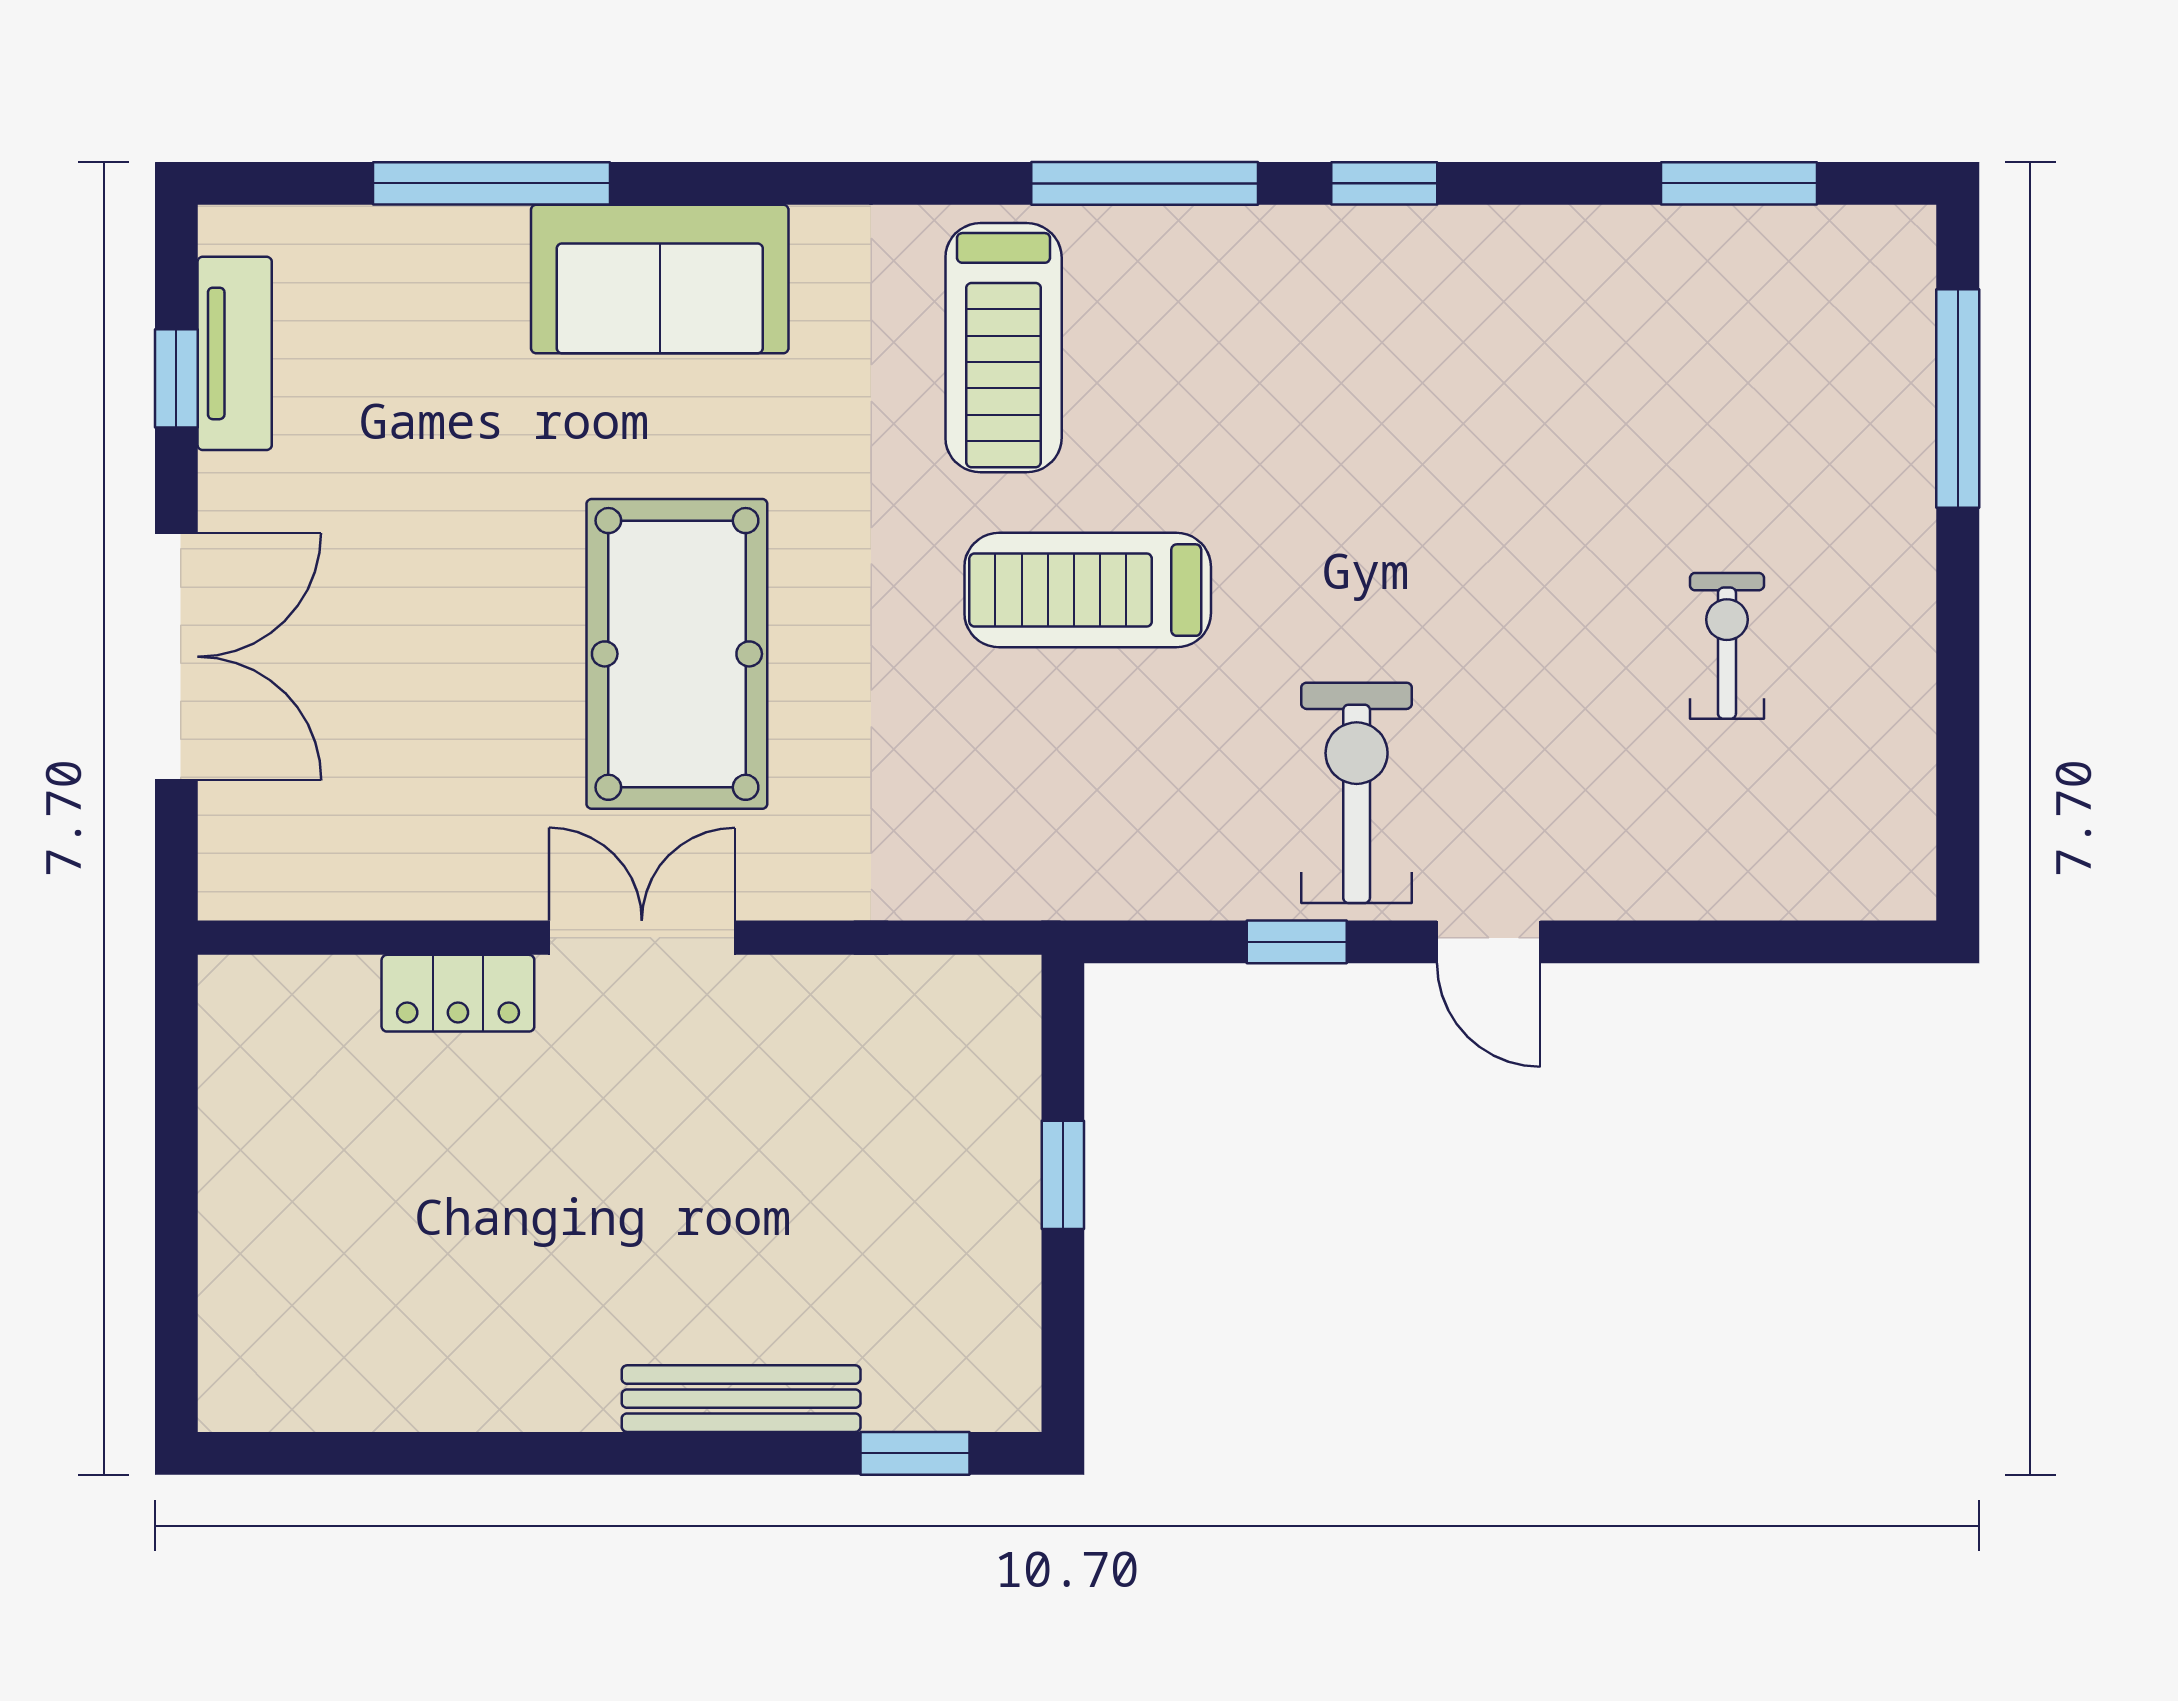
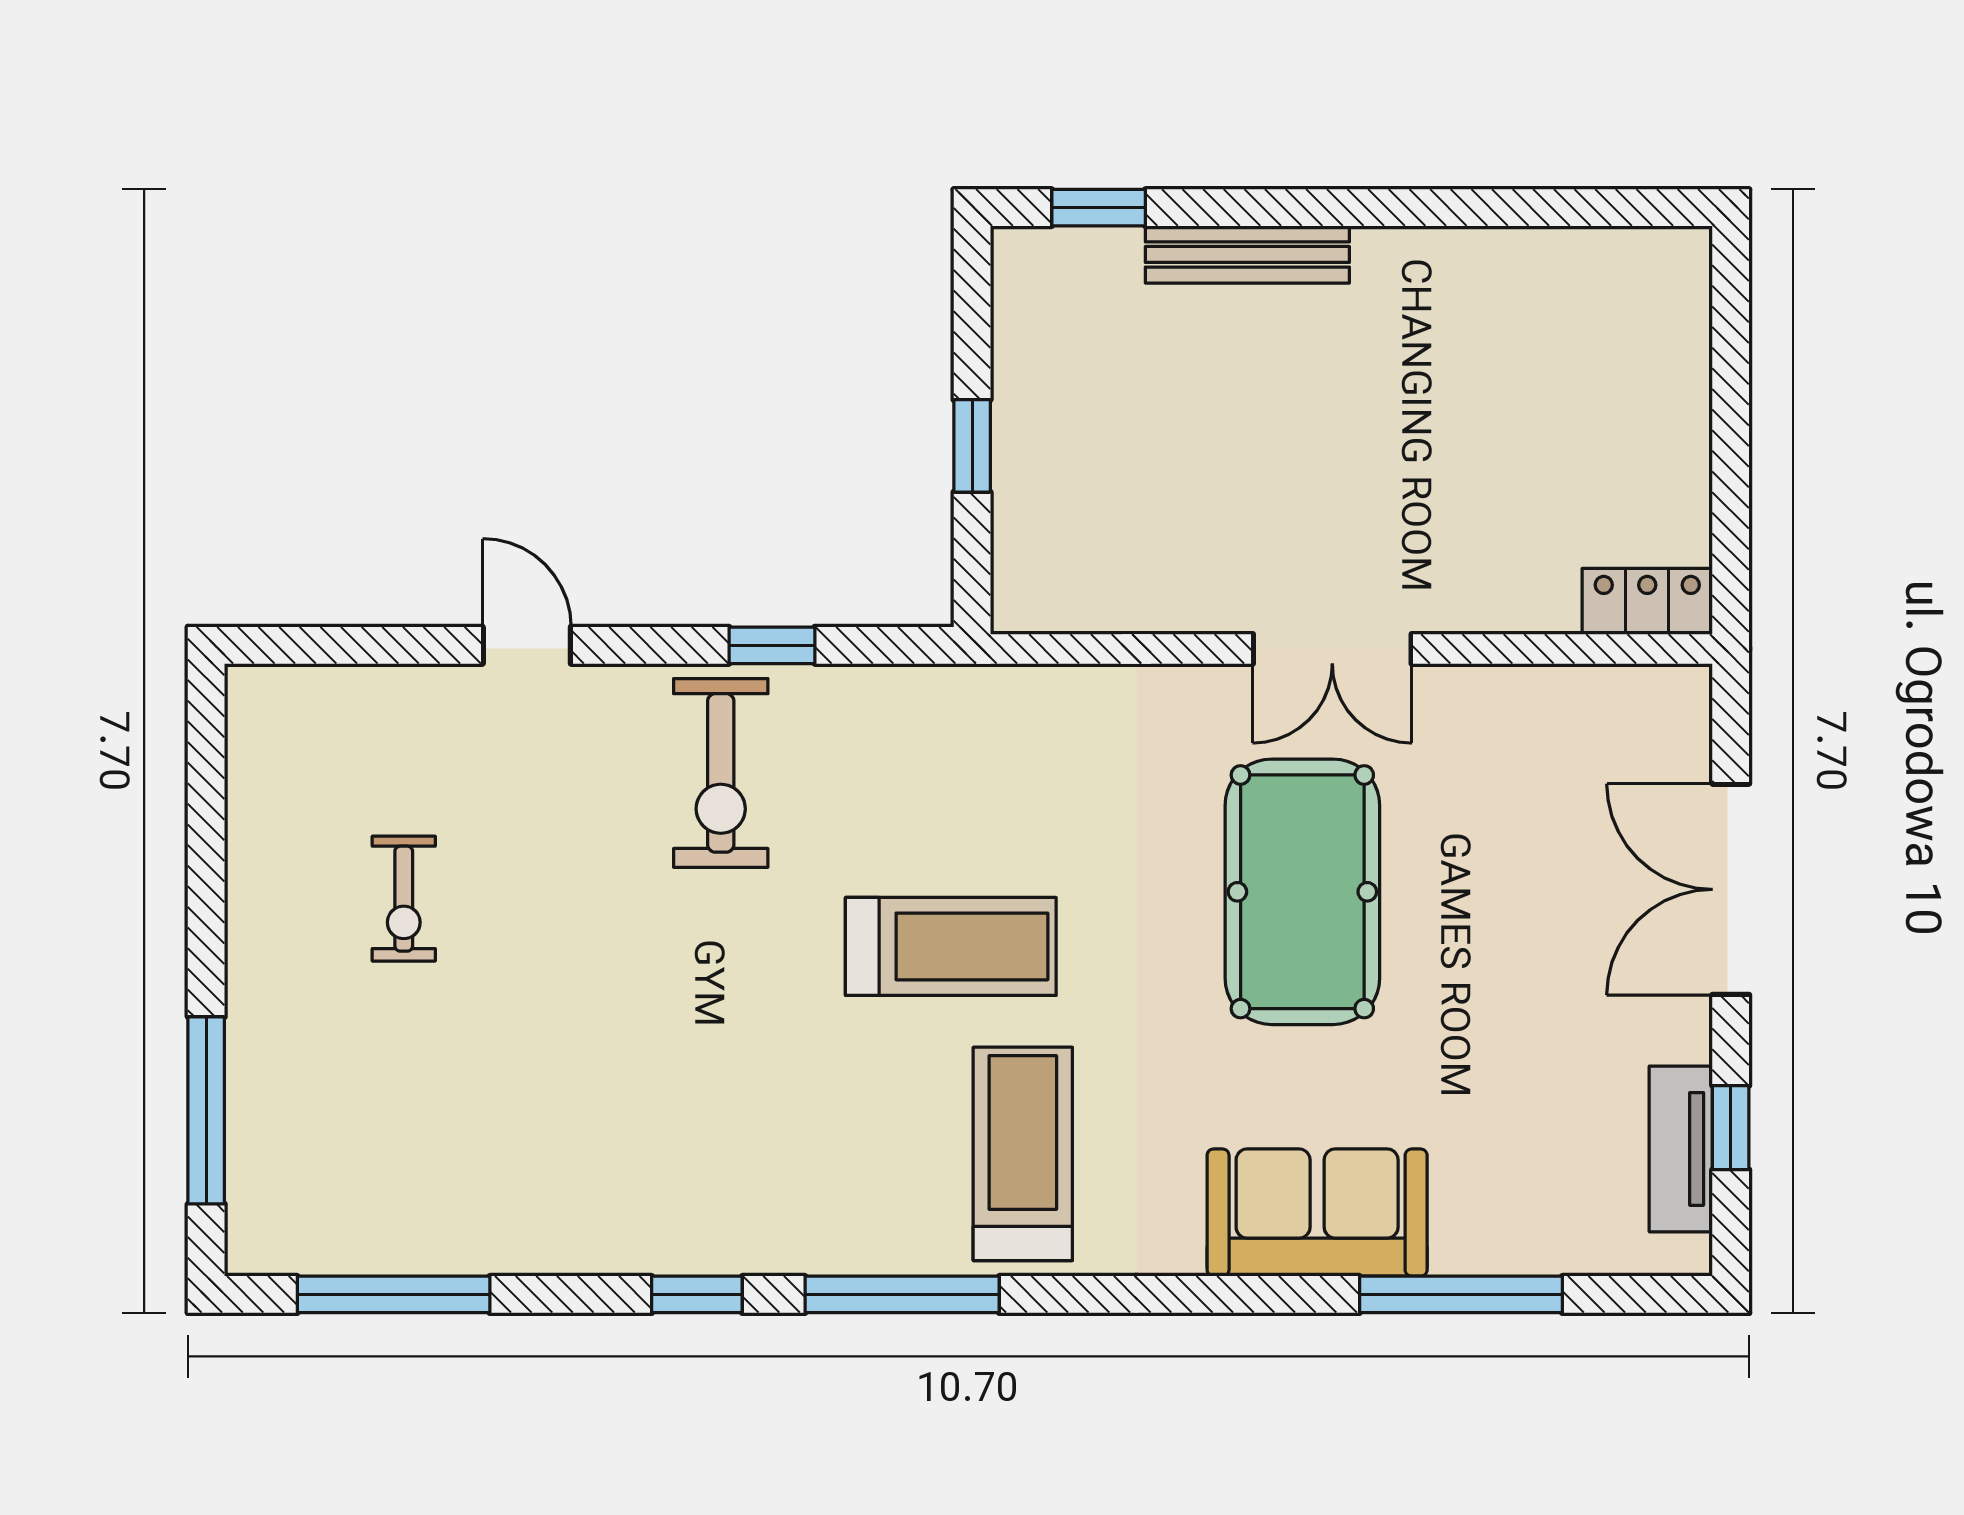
window: (1739, 183) -> (394, 1294), width x1.44
door: (1489, 942) -> (527, 645), moved
locker: (458, 993) -> (1647, 601), moved

